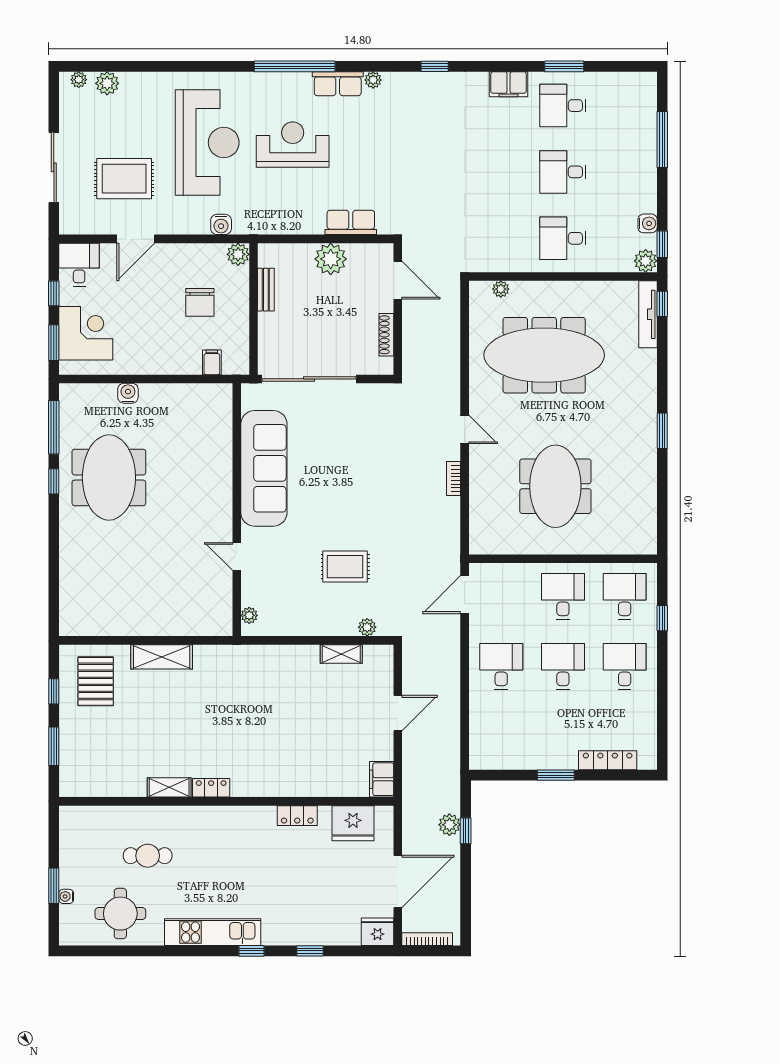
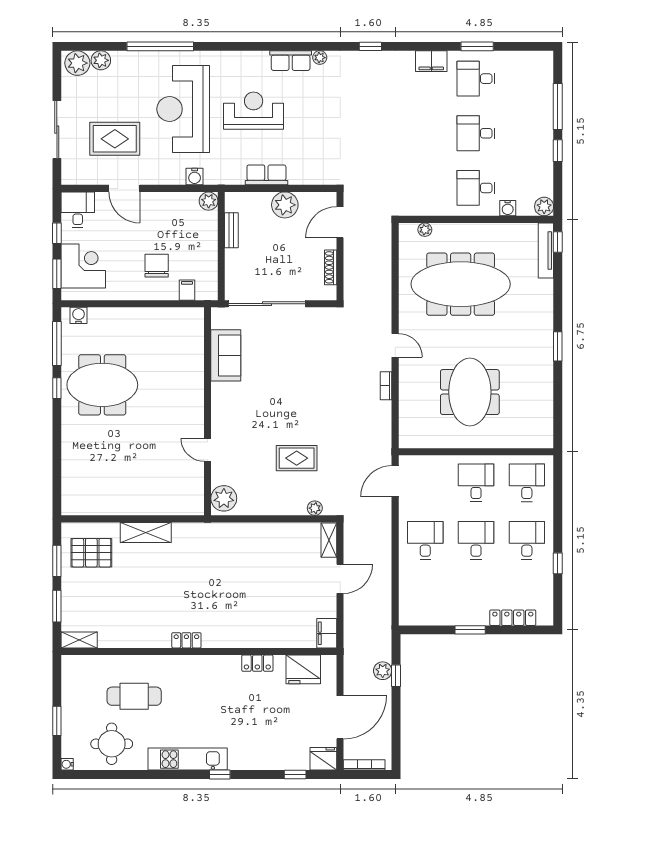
window: (295, 66) -> (160, 46), moved
plant: (79, 80) -> (77, 63), width x1.87, depth x1.87
reception desk: (207, 142) -> (183, 109), turned 180
row of seats: (351, 222) -> (266, 175), moved
water cooler: (648, 223) -> (508, 208), moved, turned 90
door: (136, 239) -> (124, 188), hinge flipped
window: (662, 244) -> (558, 151), moved
door: (398, 280) -> (340, 222), swing flipped
chair: (200, 302) -> (157, 266), moved, turned 180
water cooler: (128, 393) -> (79, 315), moved
sofa: (264, 468) -> (226, 355), width x0.54, depth x0.79
meeting table: (109, 478) -> (102, 385), turned 90
plant: (249, 615) -> (224, 498), width x1.87, depth x1.87
window: (662, 618) -> (558, 563), moved
shelving: (341, 654) -> (329, 540), moved, turned 90
pallet: (96, 681) -> (91, 553), turned 90
window: (54, 691) -> (57, 561), width x1.50
shelving: (169, 787) -> (79, 640), moved
cafe table: (148, 856) -> (134, 696), width x1.37, depth x1.35
water cooler: (66, 896) -> (67, 764), moved
window: (310, 951) -> (295, 775), moved

